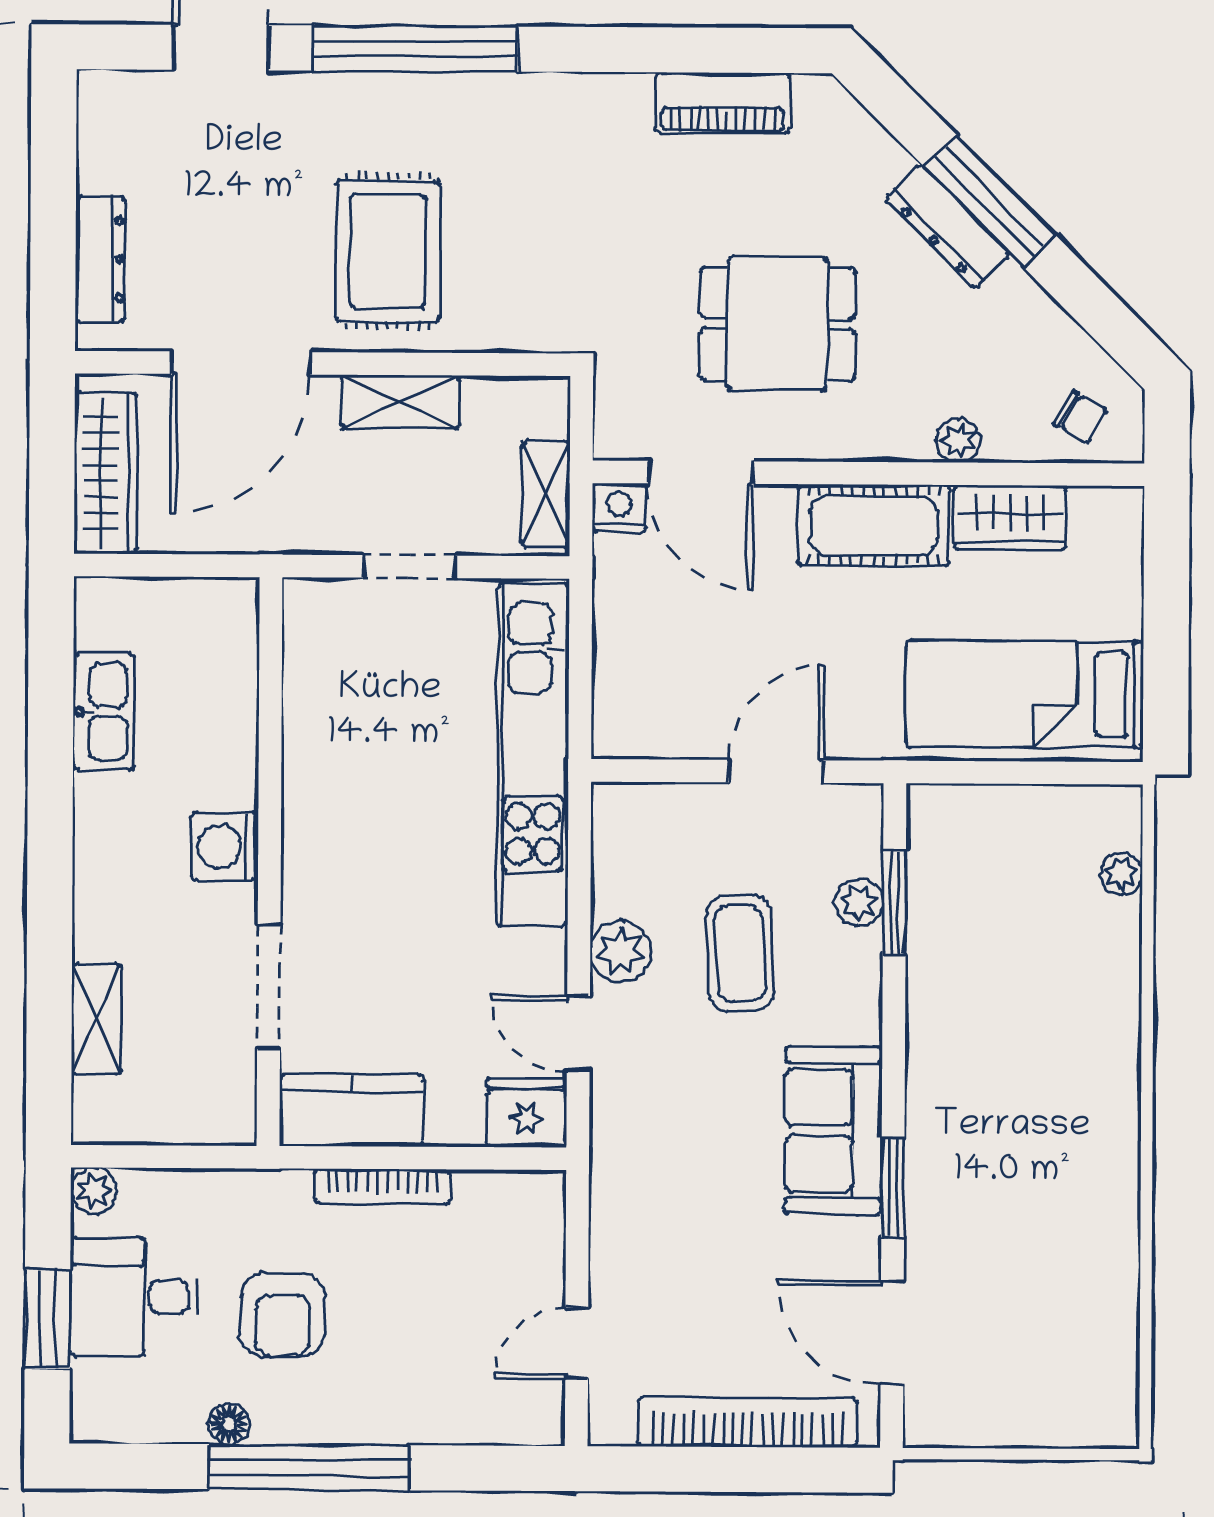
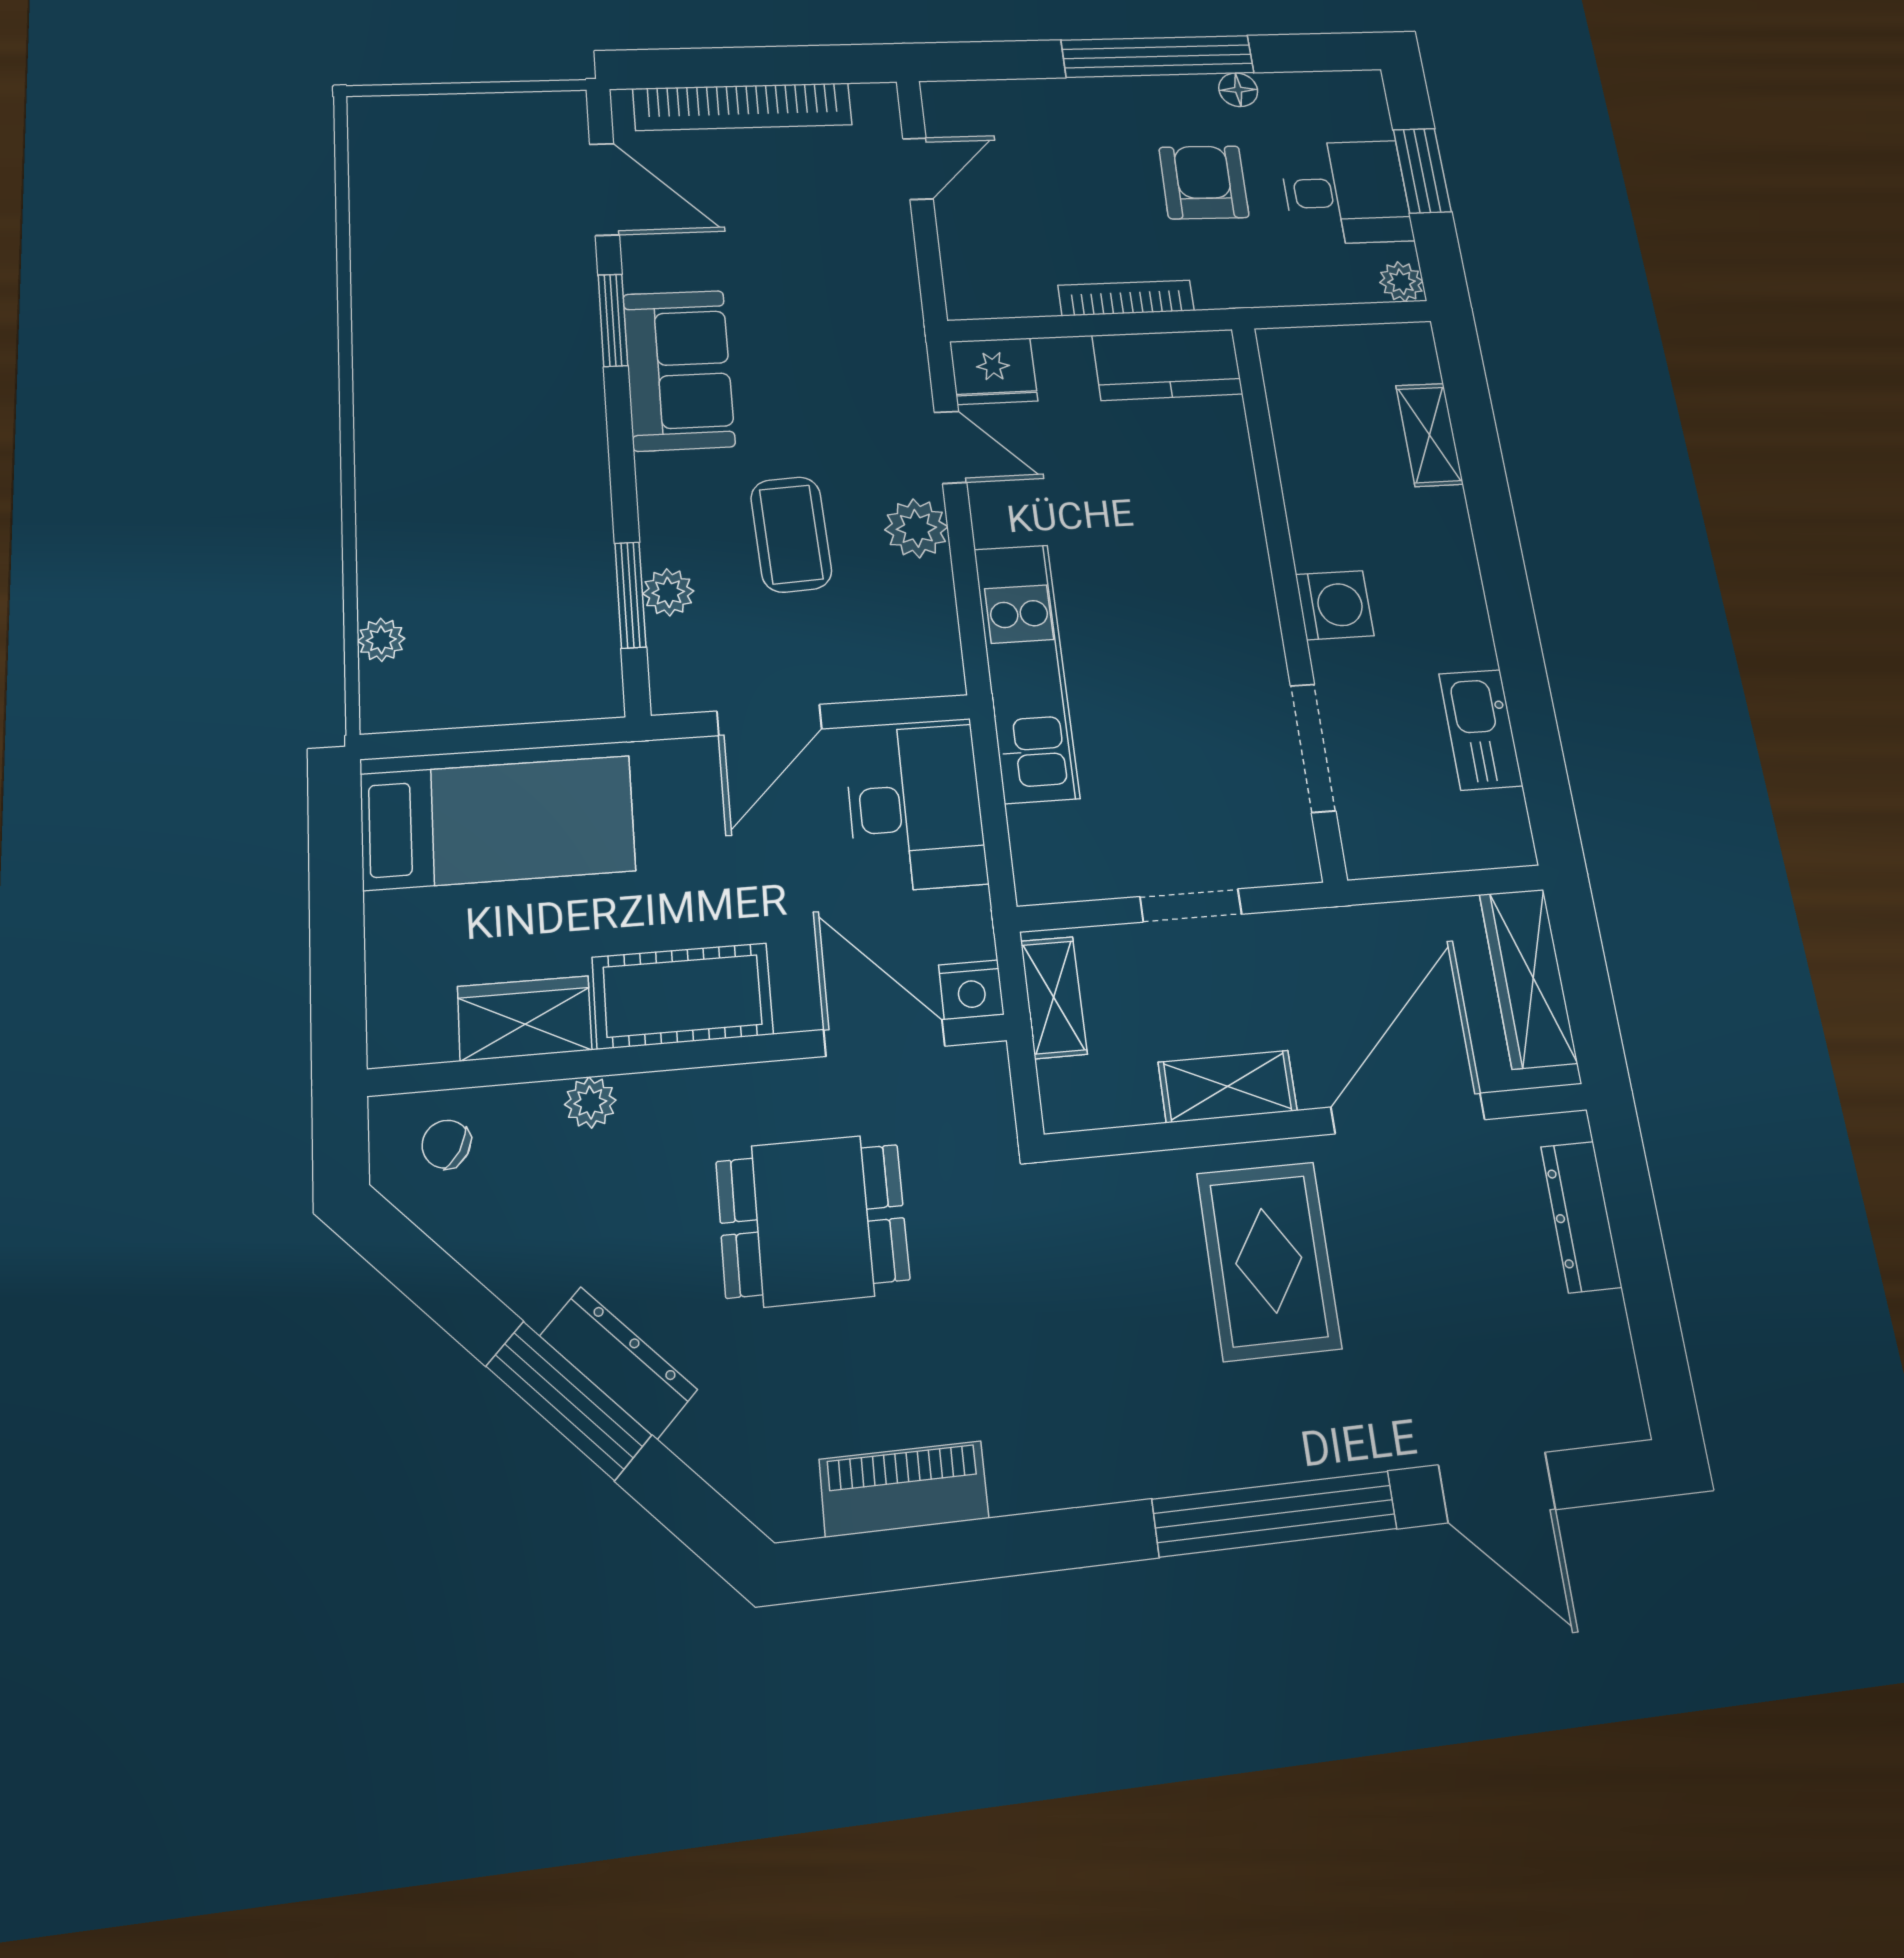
desk: (651, 678) -> (915, 808), added
kitchen unit: (533, 755) -> (1026, 672), width x0.73
doorway: (269, 986) -> (1313, 748), moved

